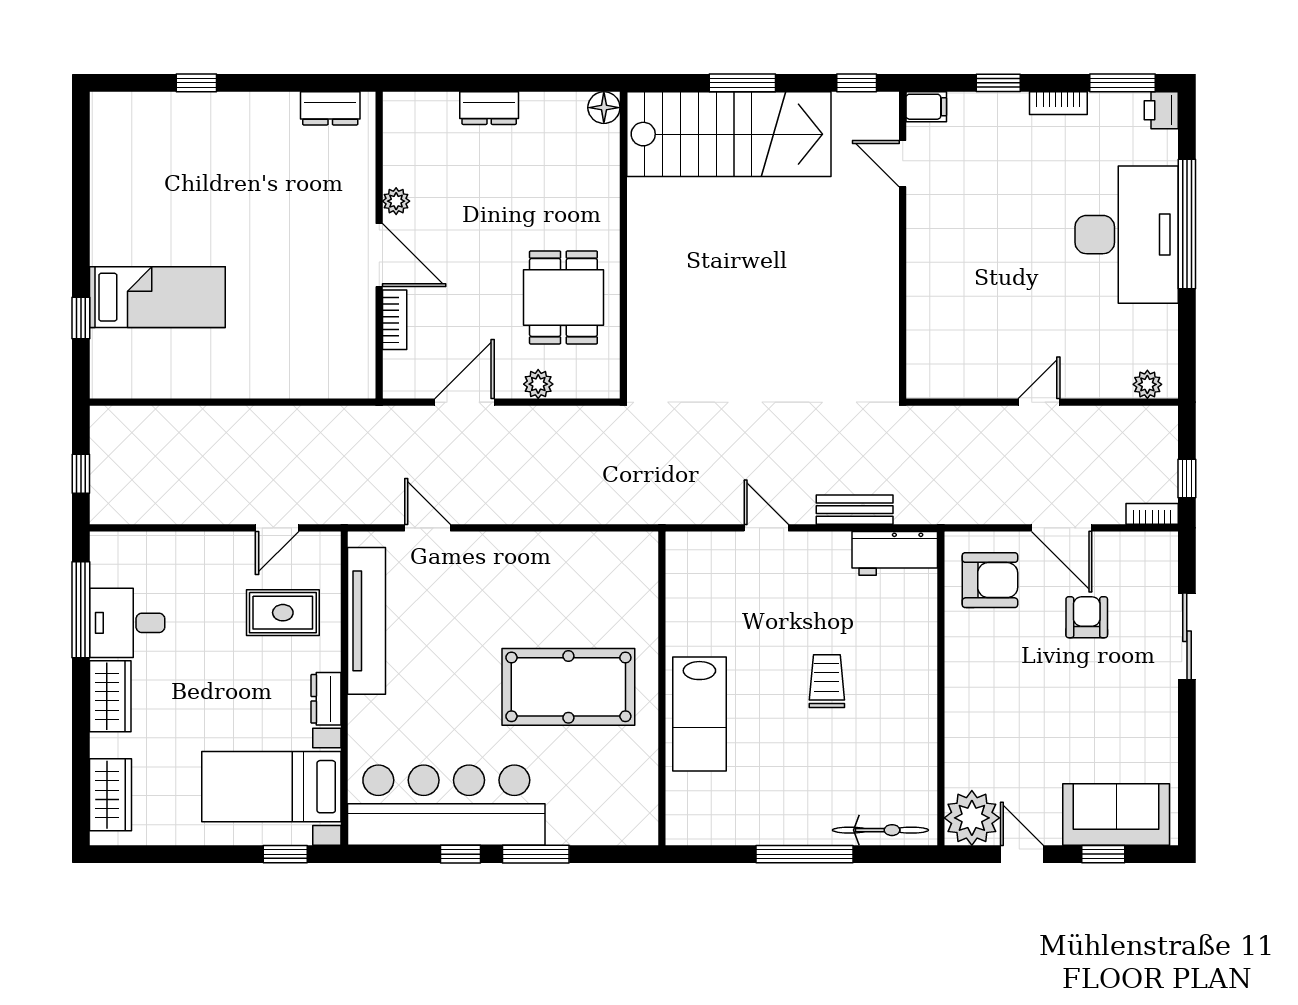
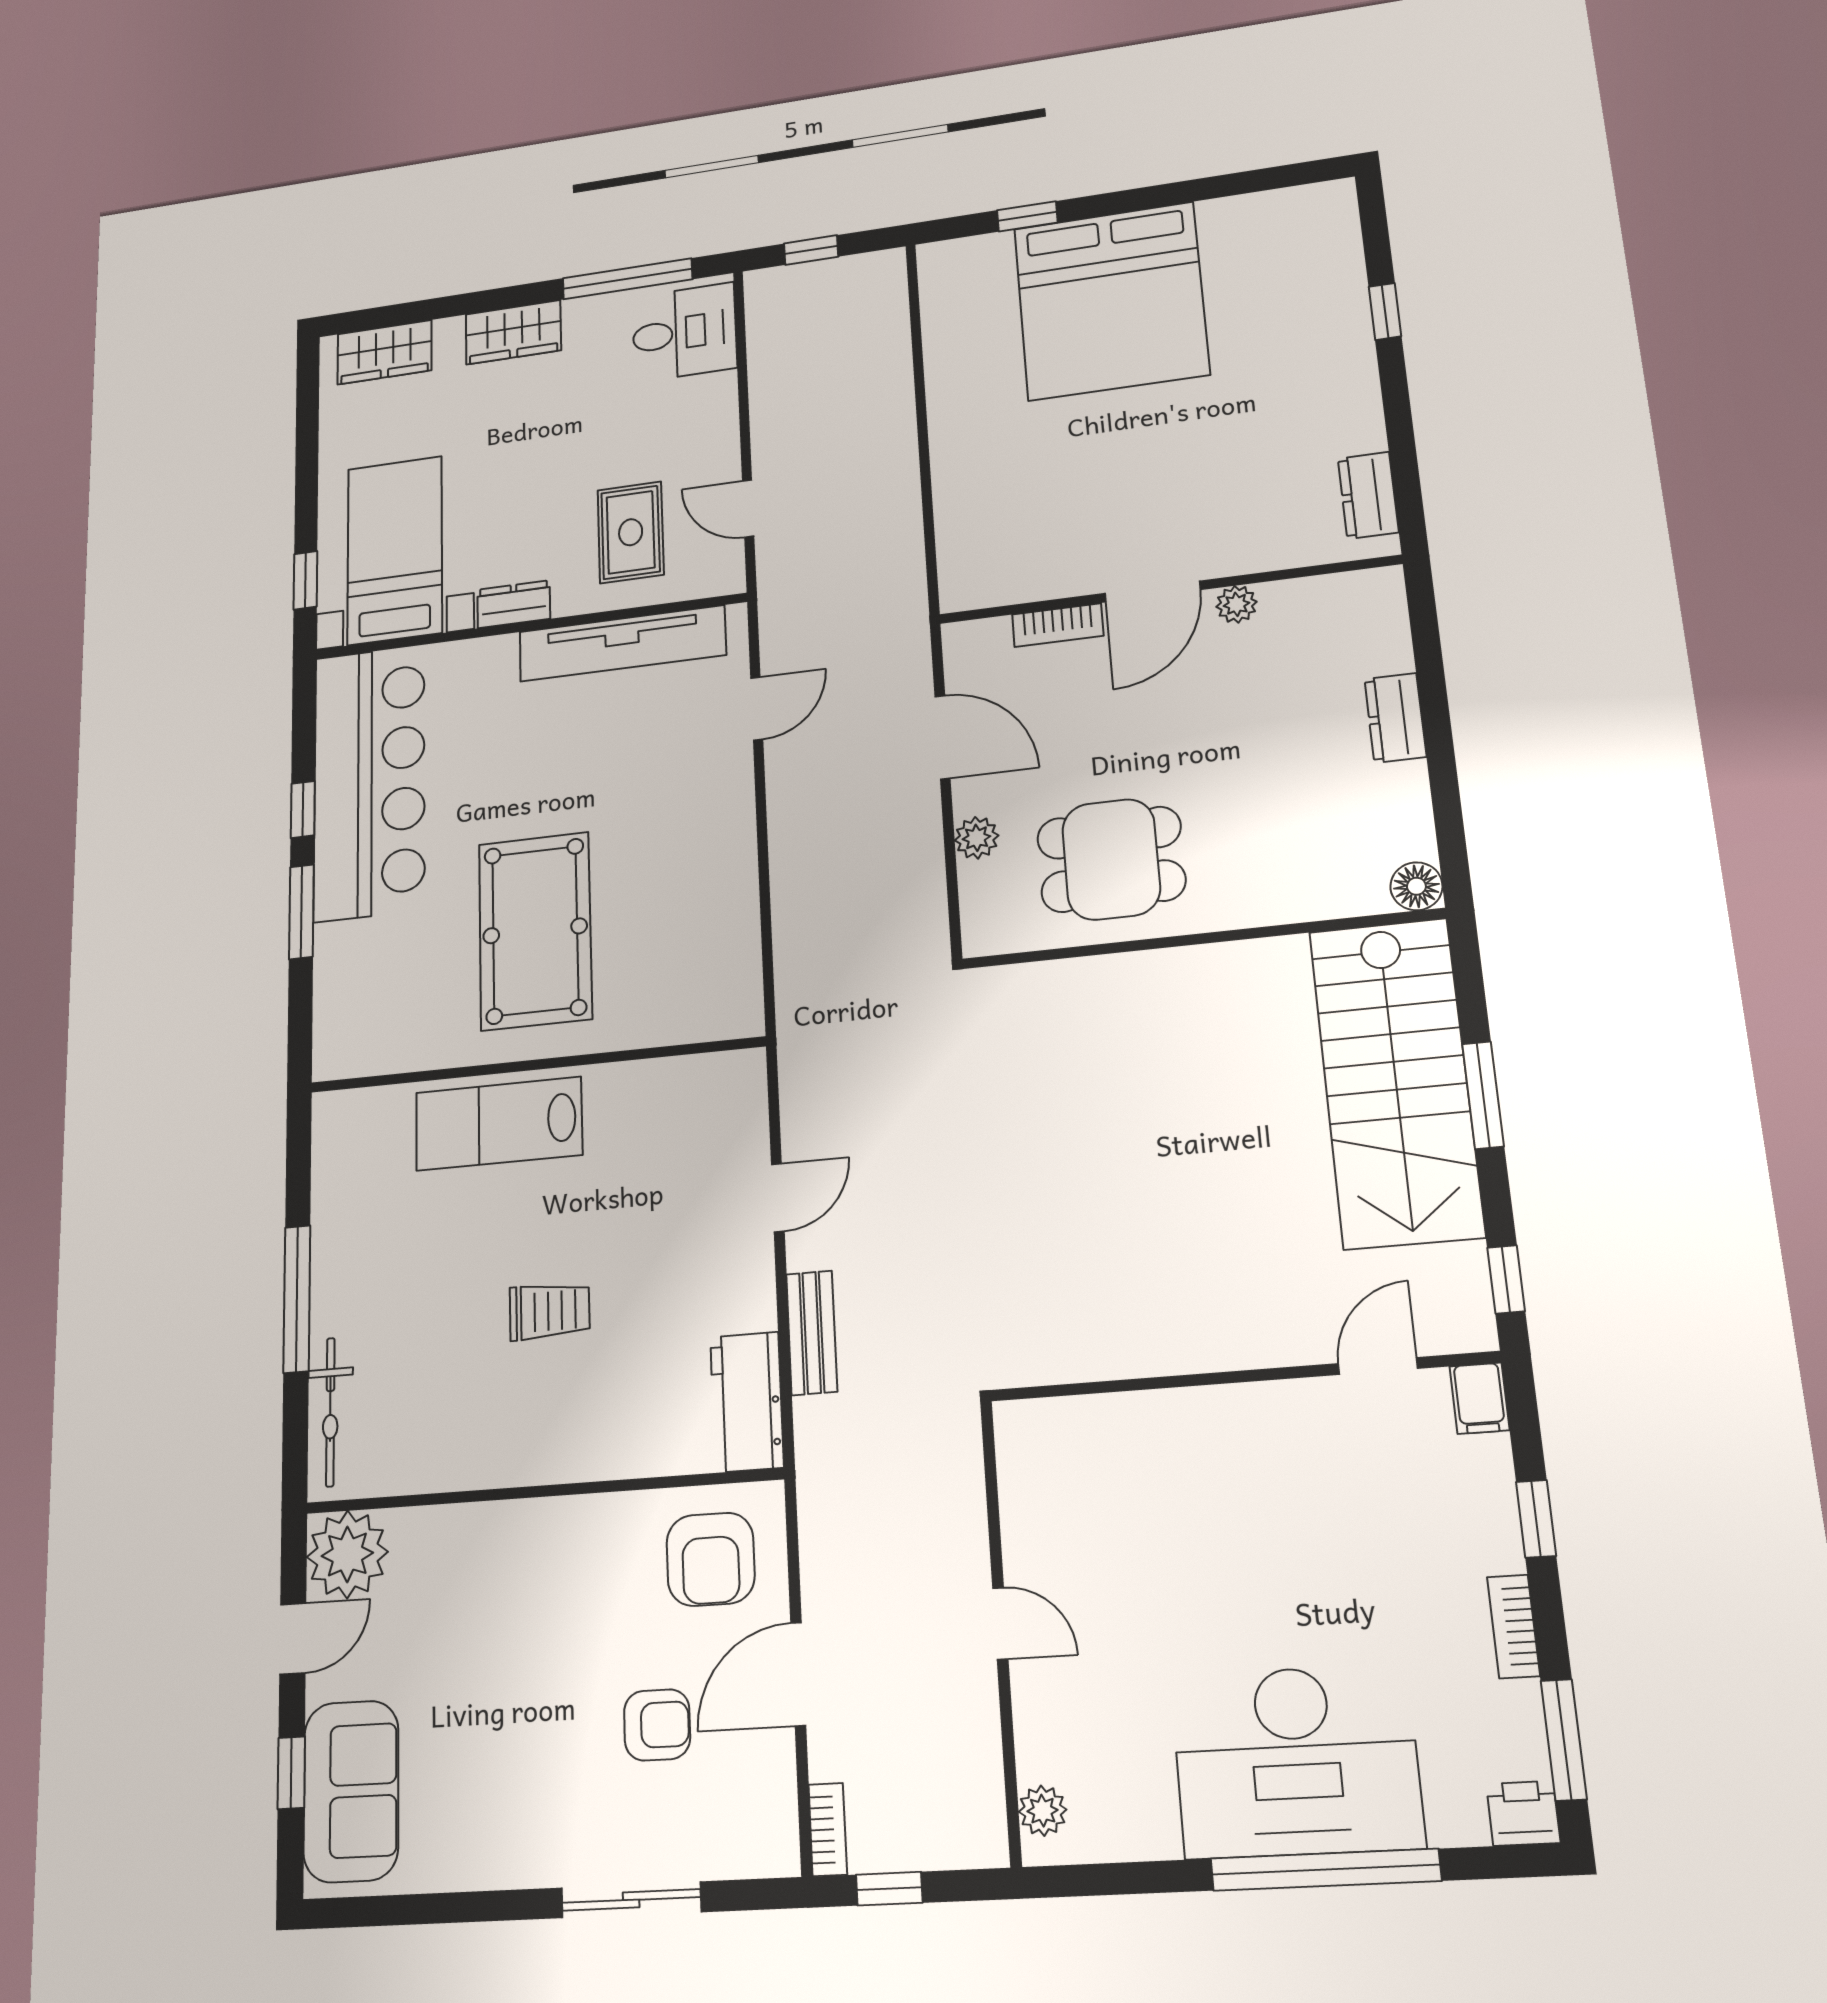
bed: (157, 297) -> (1111, 301), width x2.04
desk: (127, 623) -> (684, 332), moved, turned 90

